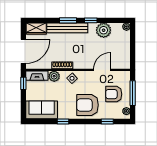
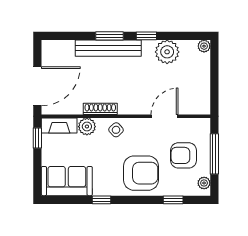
wardrobe: (36, 29) -> (58, 49), removed
armchair: (87, 105) -> (141, 173), turned 180

